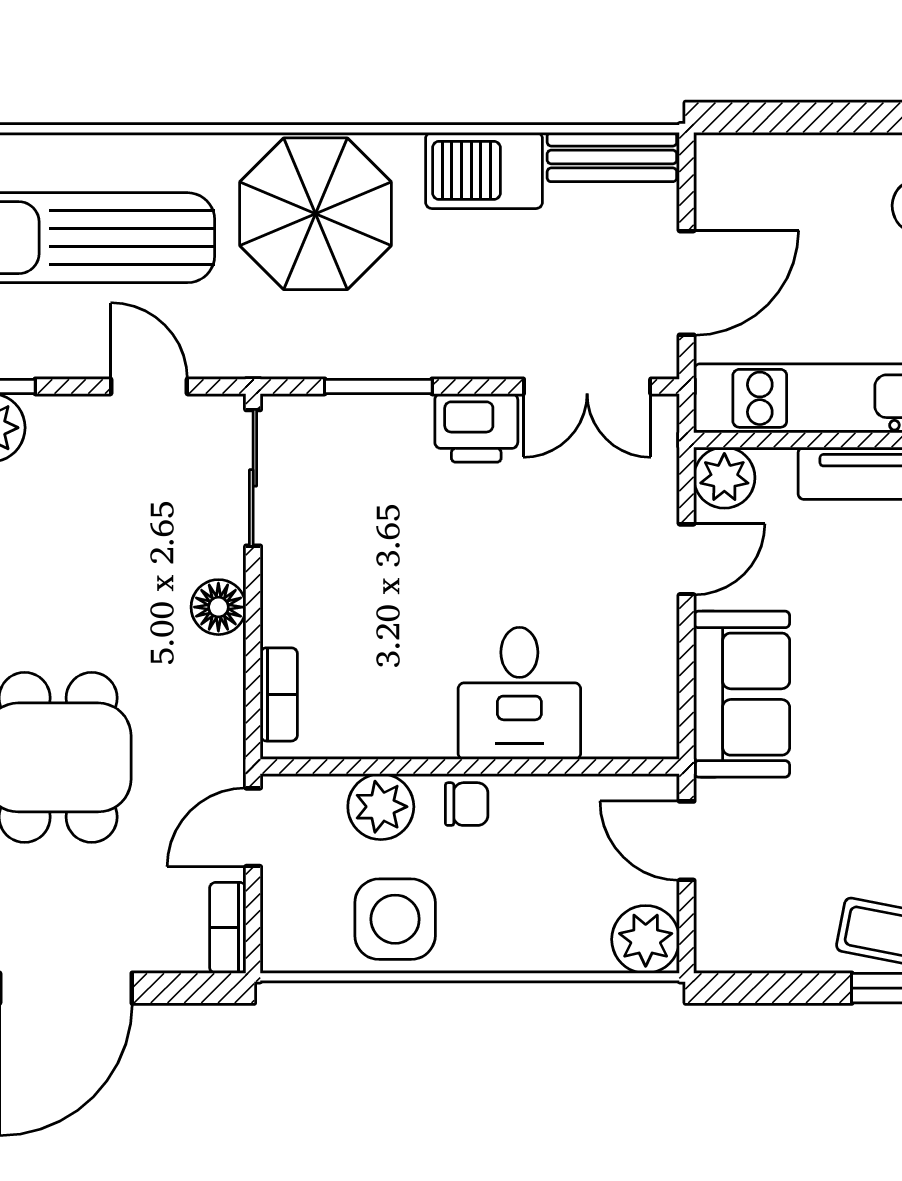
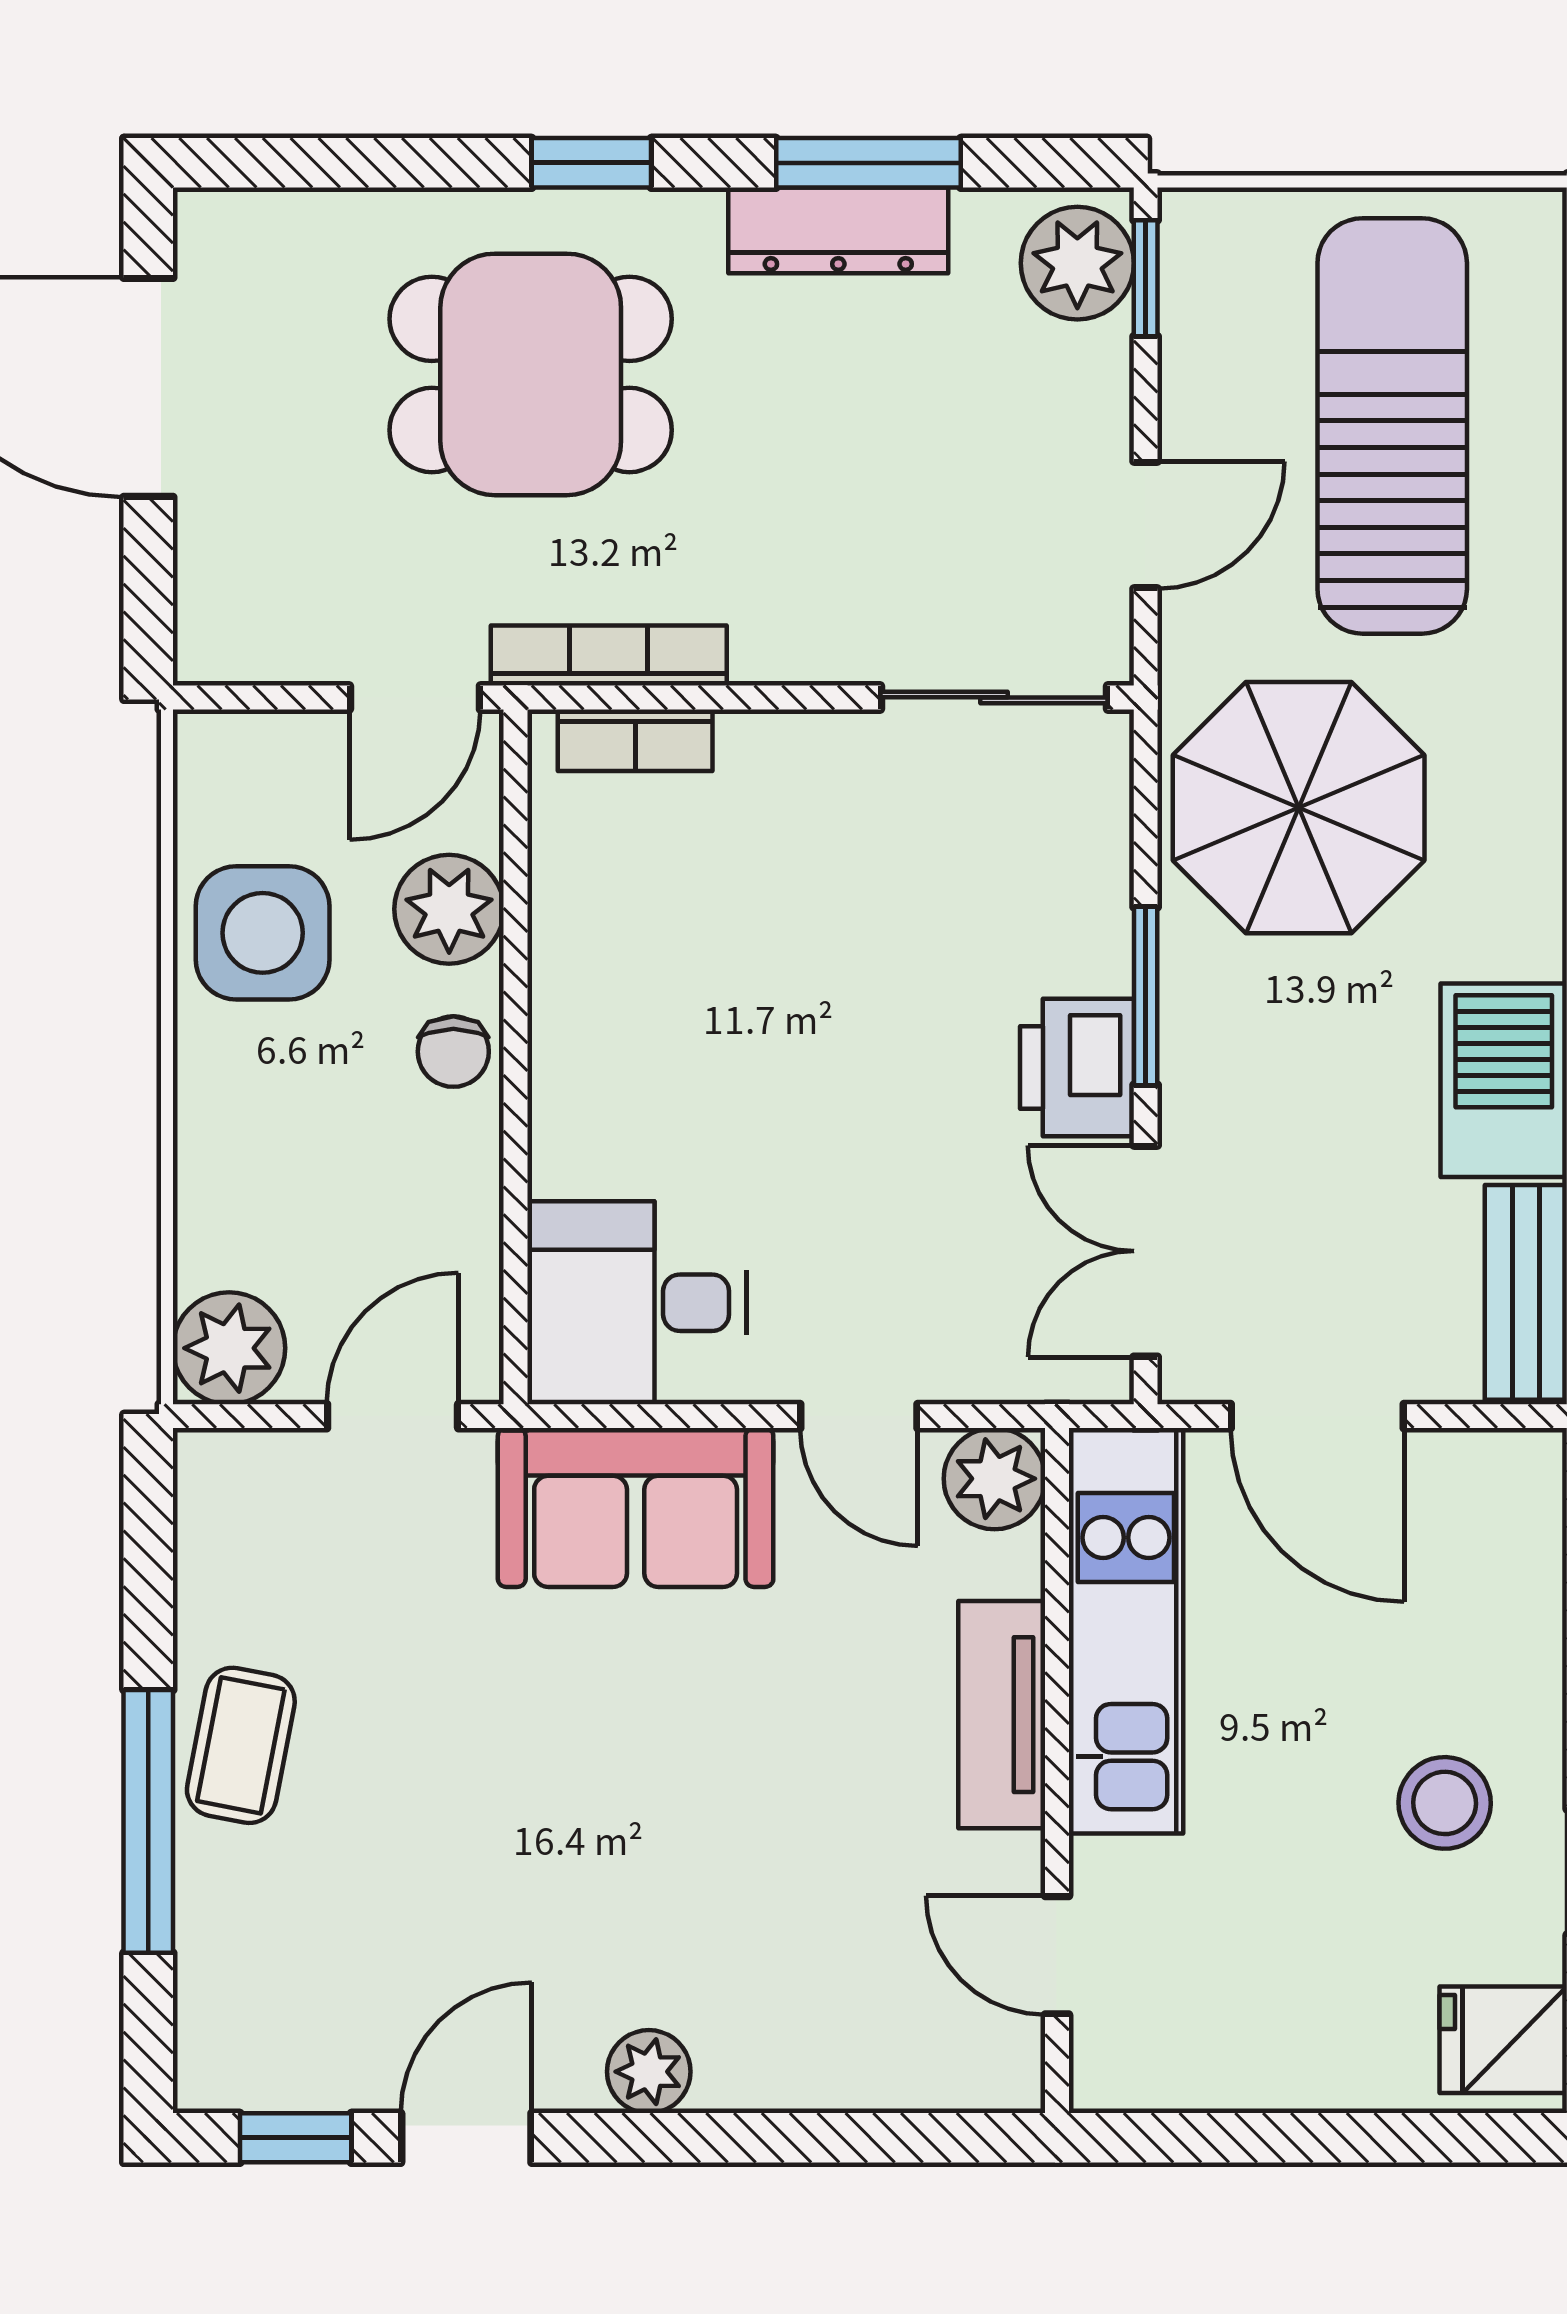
parasol: (315, 214) -> (1299, 808), moved
window: (378, 386) -> (1146, 996), moved
floor lamp: (218, 607) -> (780, 640), removed
desk: (519, 693) -> (637, 1303), moved
door: (253, 827) -> (415, 697), swing flipped
bookcase: (228, 928) -> (609, 655), moved, width x1.56

